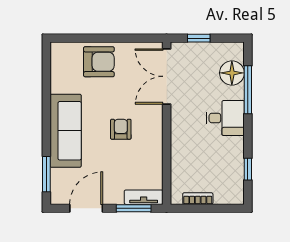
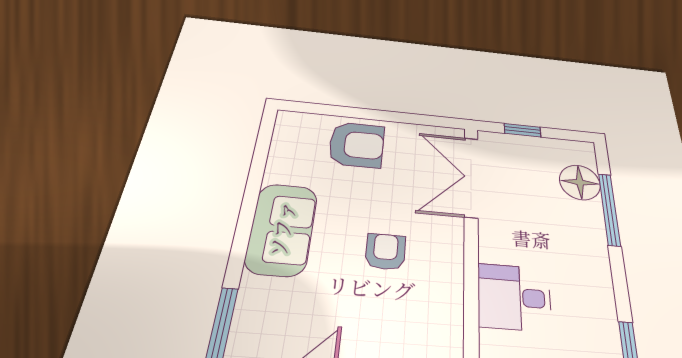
desk: (225, 118) -> (514, 297), moved, turned 180
sofa: (66, 131) -> (282, 229), width x0.73

